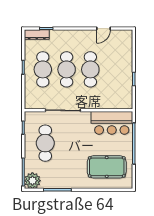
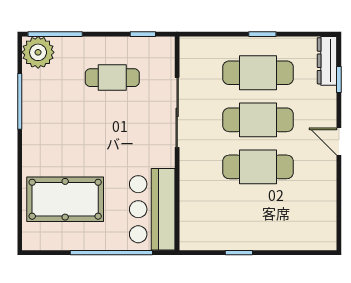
door: (103, 29) -> (339, 142), moved
cafe table: (45, 143) -> (112, 78), width x0.73, depth x0.74
pool table: (107, 167) -> (65, 199), turned 90

